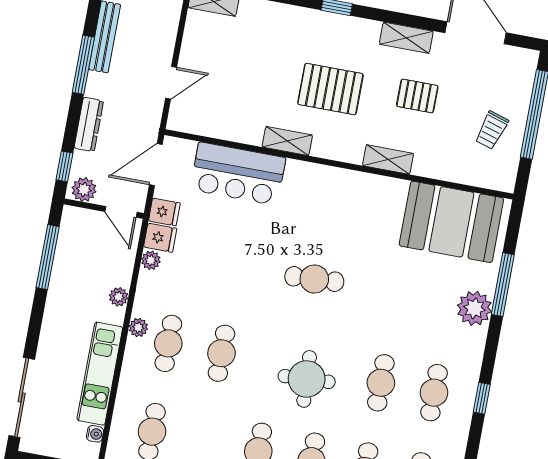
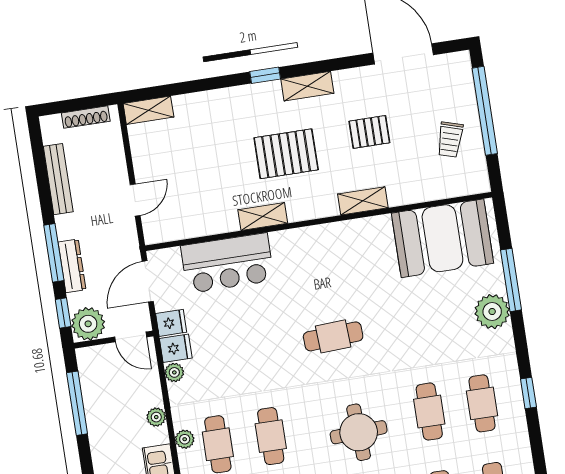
shelving: (406, 38) -> (307, 86), moved
window: (83, 65) -> (54, 253), moved
plant: (84, 190) -> (88, 324), width x1.36, depth x1.36

